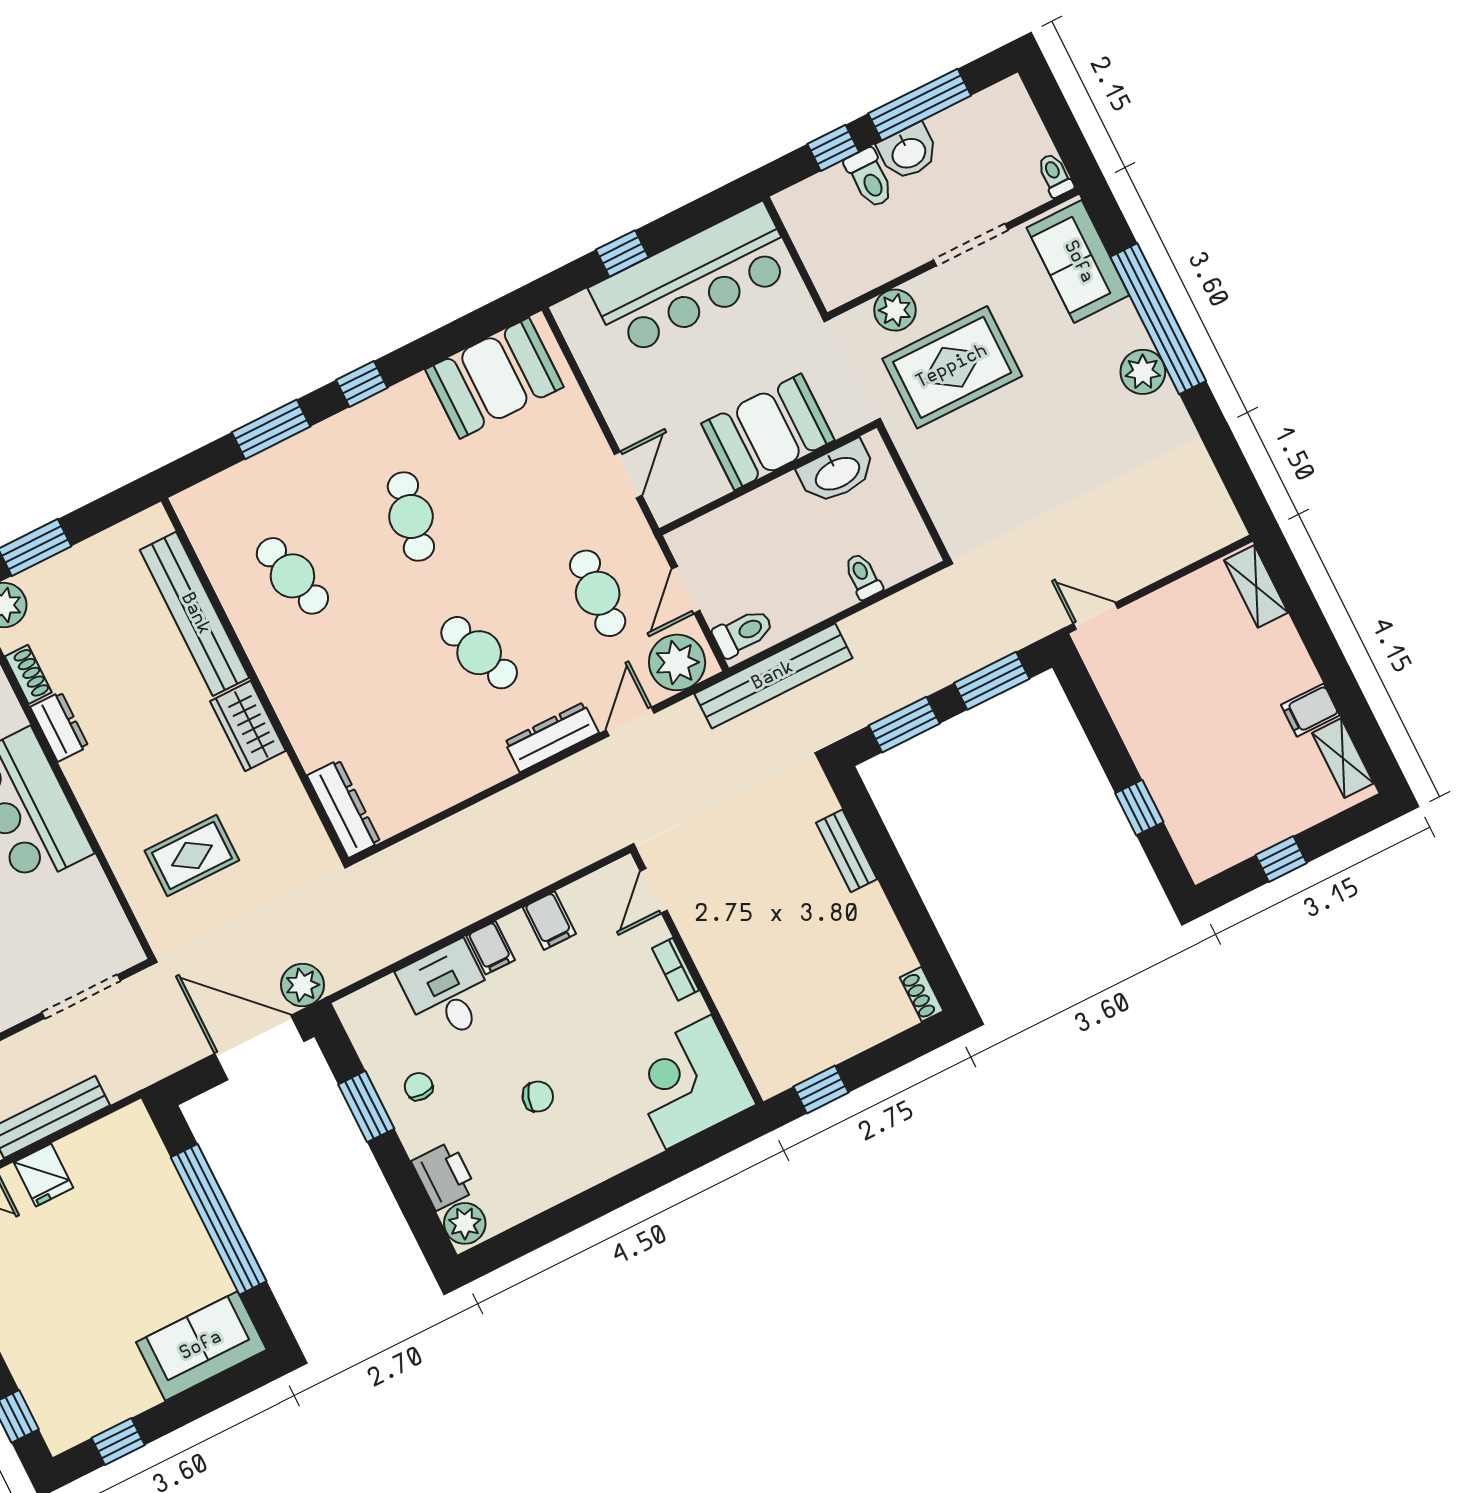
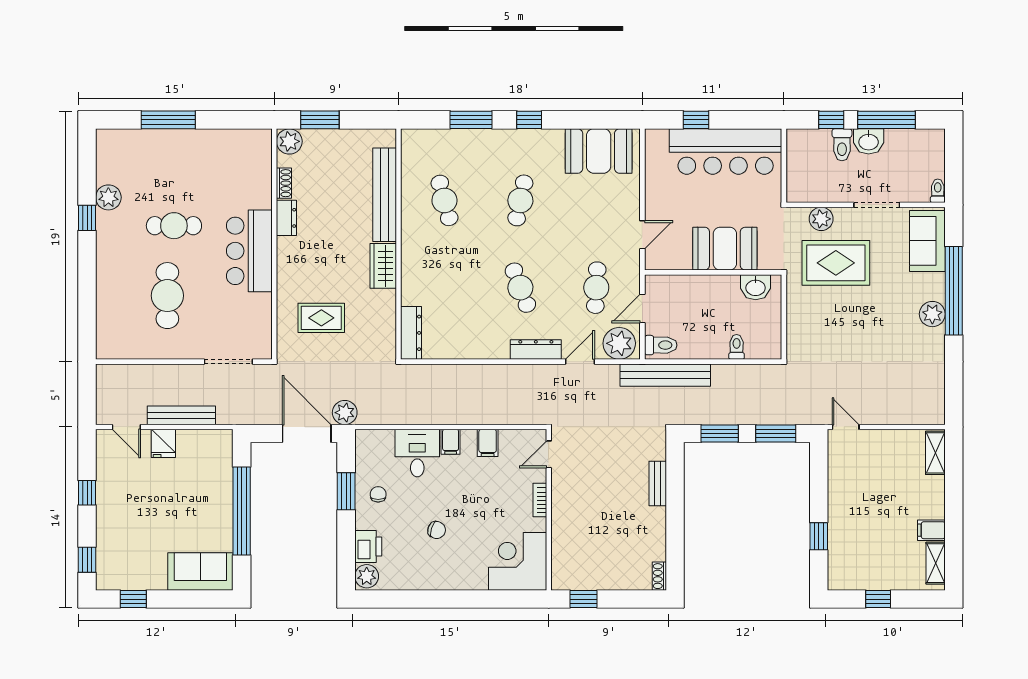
washbasin: (837, 473) -> (756, 287), width x0.72

